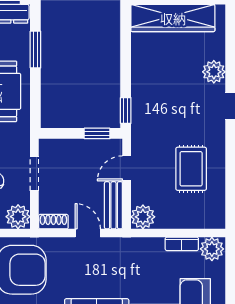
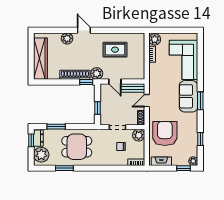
shoe rack: (140, 88) -> (75, 75), added
window: (97, 133) -> (98, 108), moved
plant: (143, 217) -> (97, 73), moved

